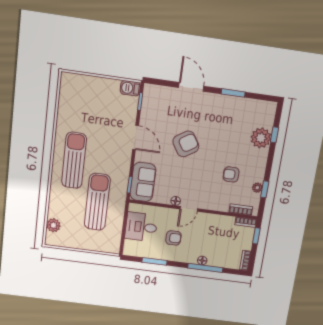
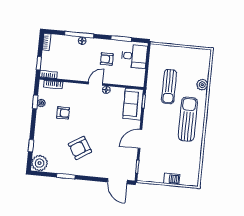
door: (191, 87) -> (117, 181), moved
barbecue: (130, 88) -> (172, 179), moved
door: (136, 137) -> (140, 139), hinge flipped
plant: (261, 138) -> (40, 163), moved
armchair: (186, 144) -> (80, 148), moved
sun lounger: (74, 160) -> (188, 119), turned 180
sun lounger: (97, 202) -> (169, 87), width x0.73, depth x0.75
plant: (53, 225) -> (202, 85), moved
desk: (141, 227) -> (134, 56), moved

